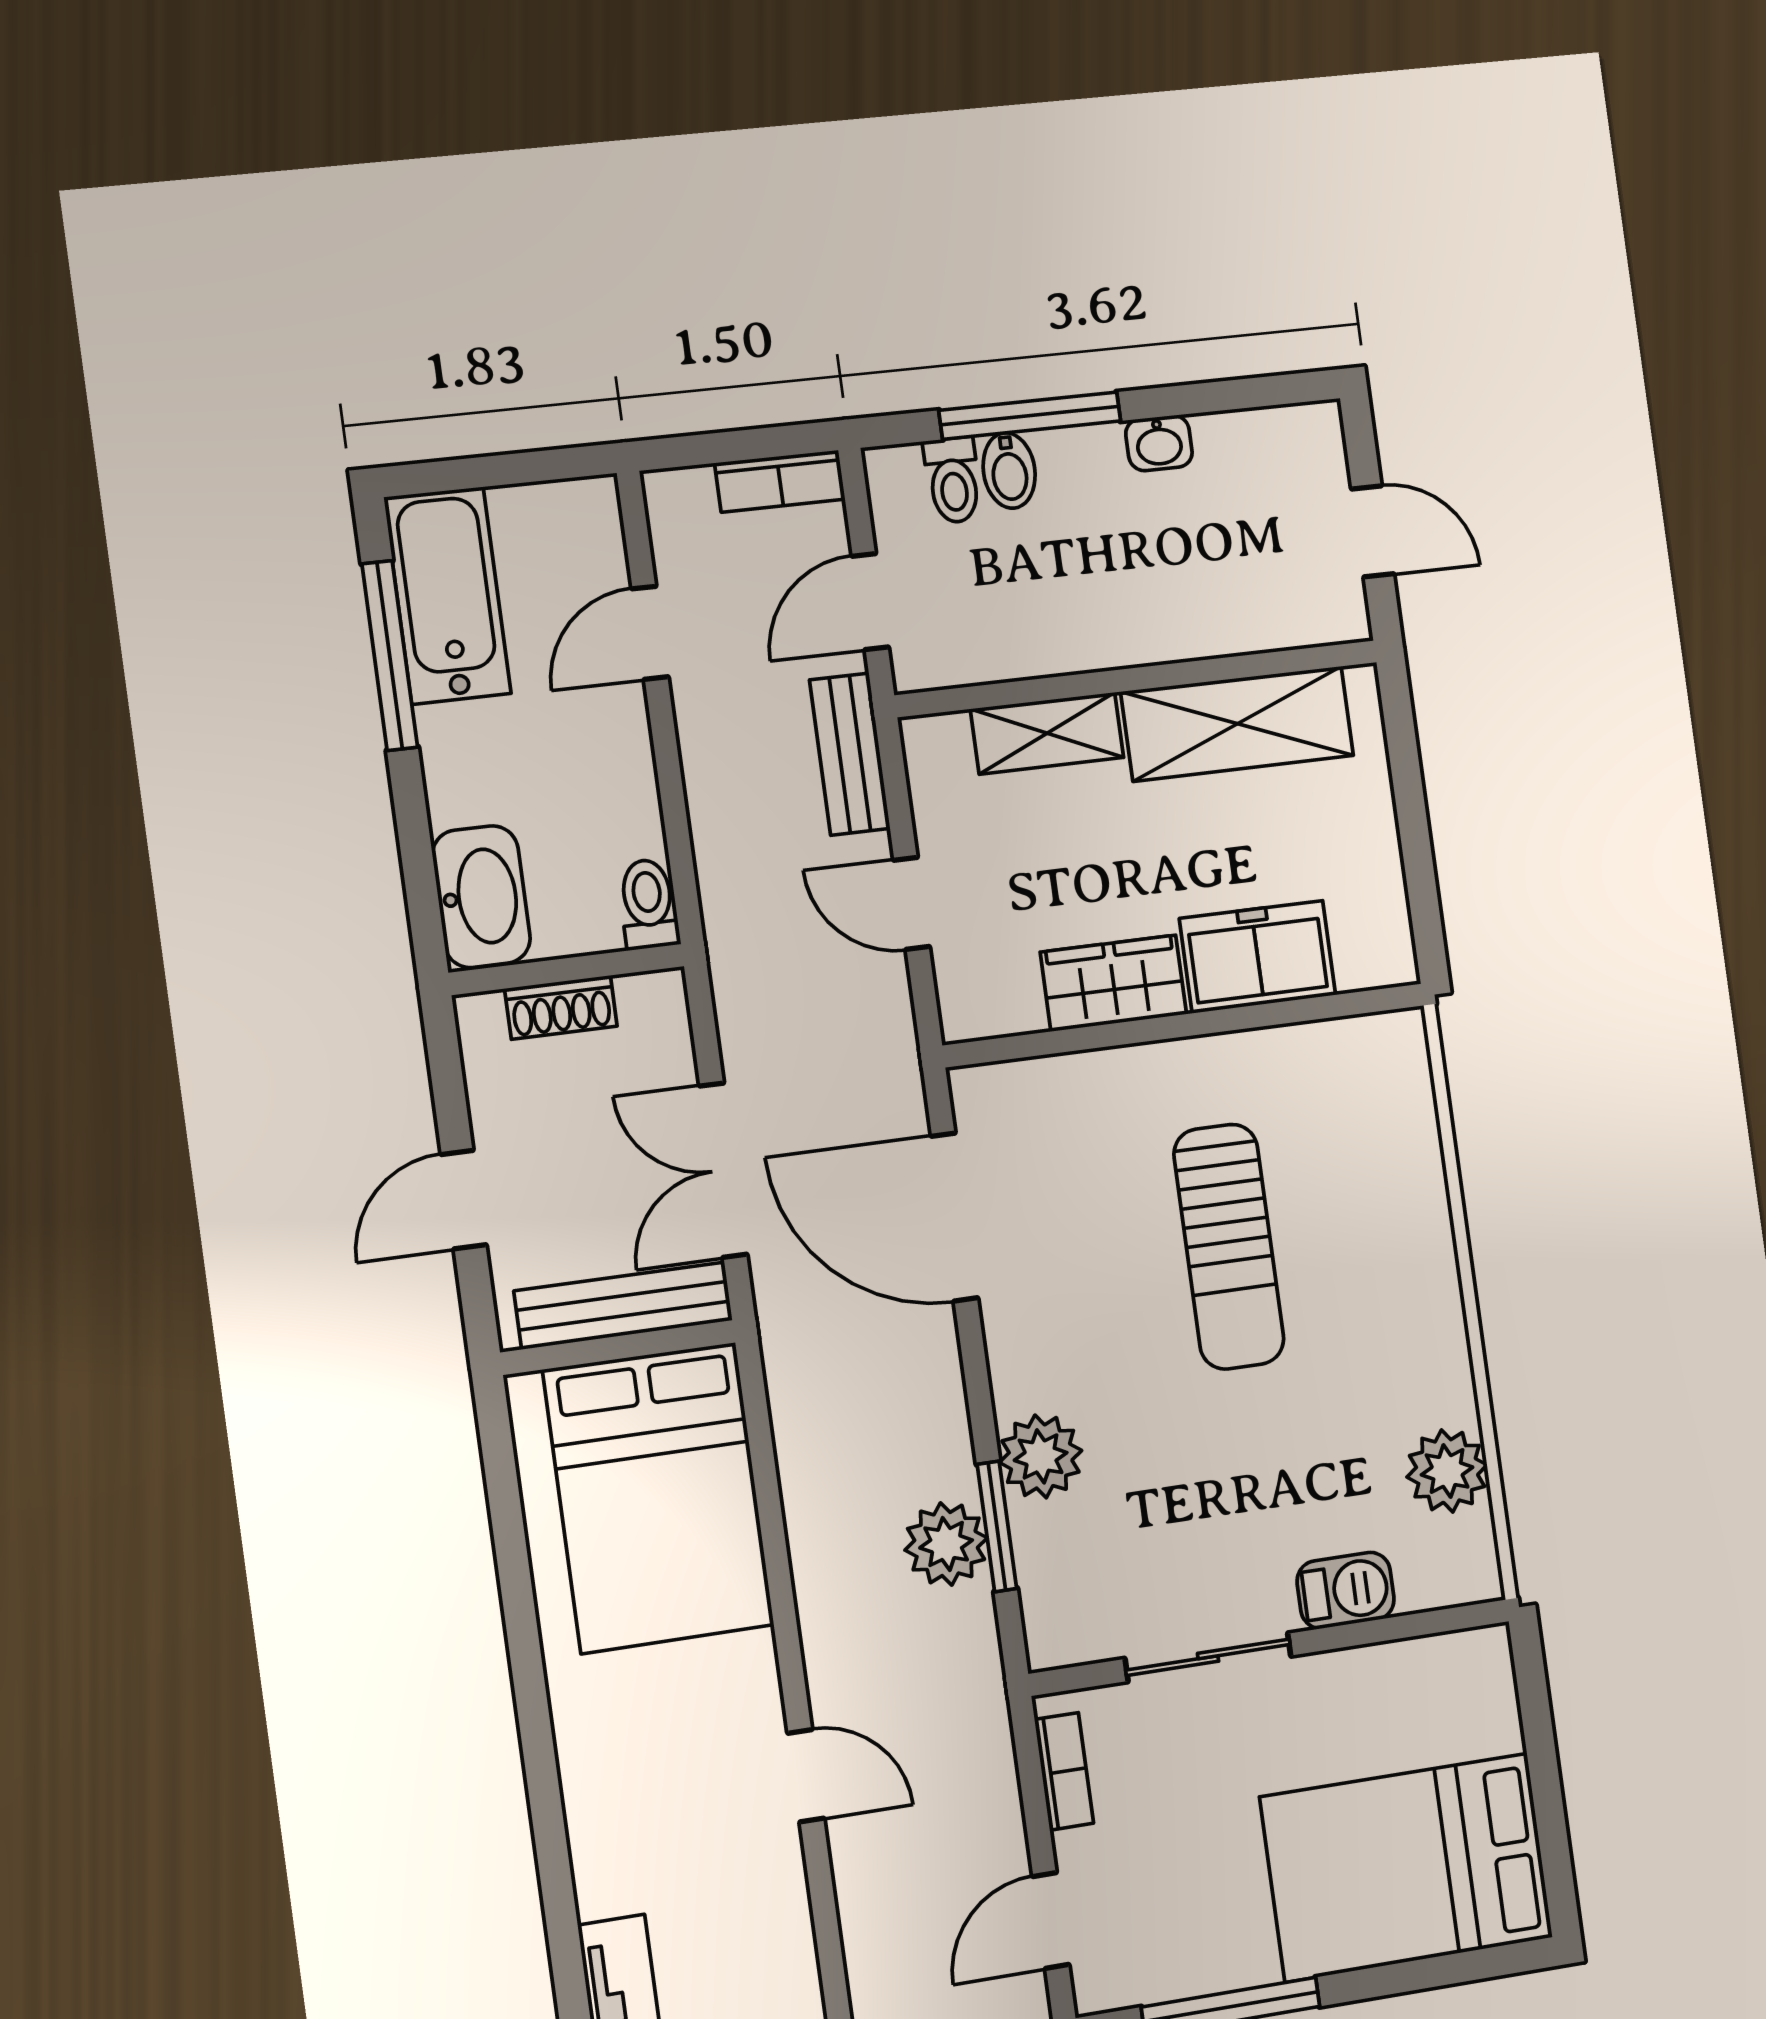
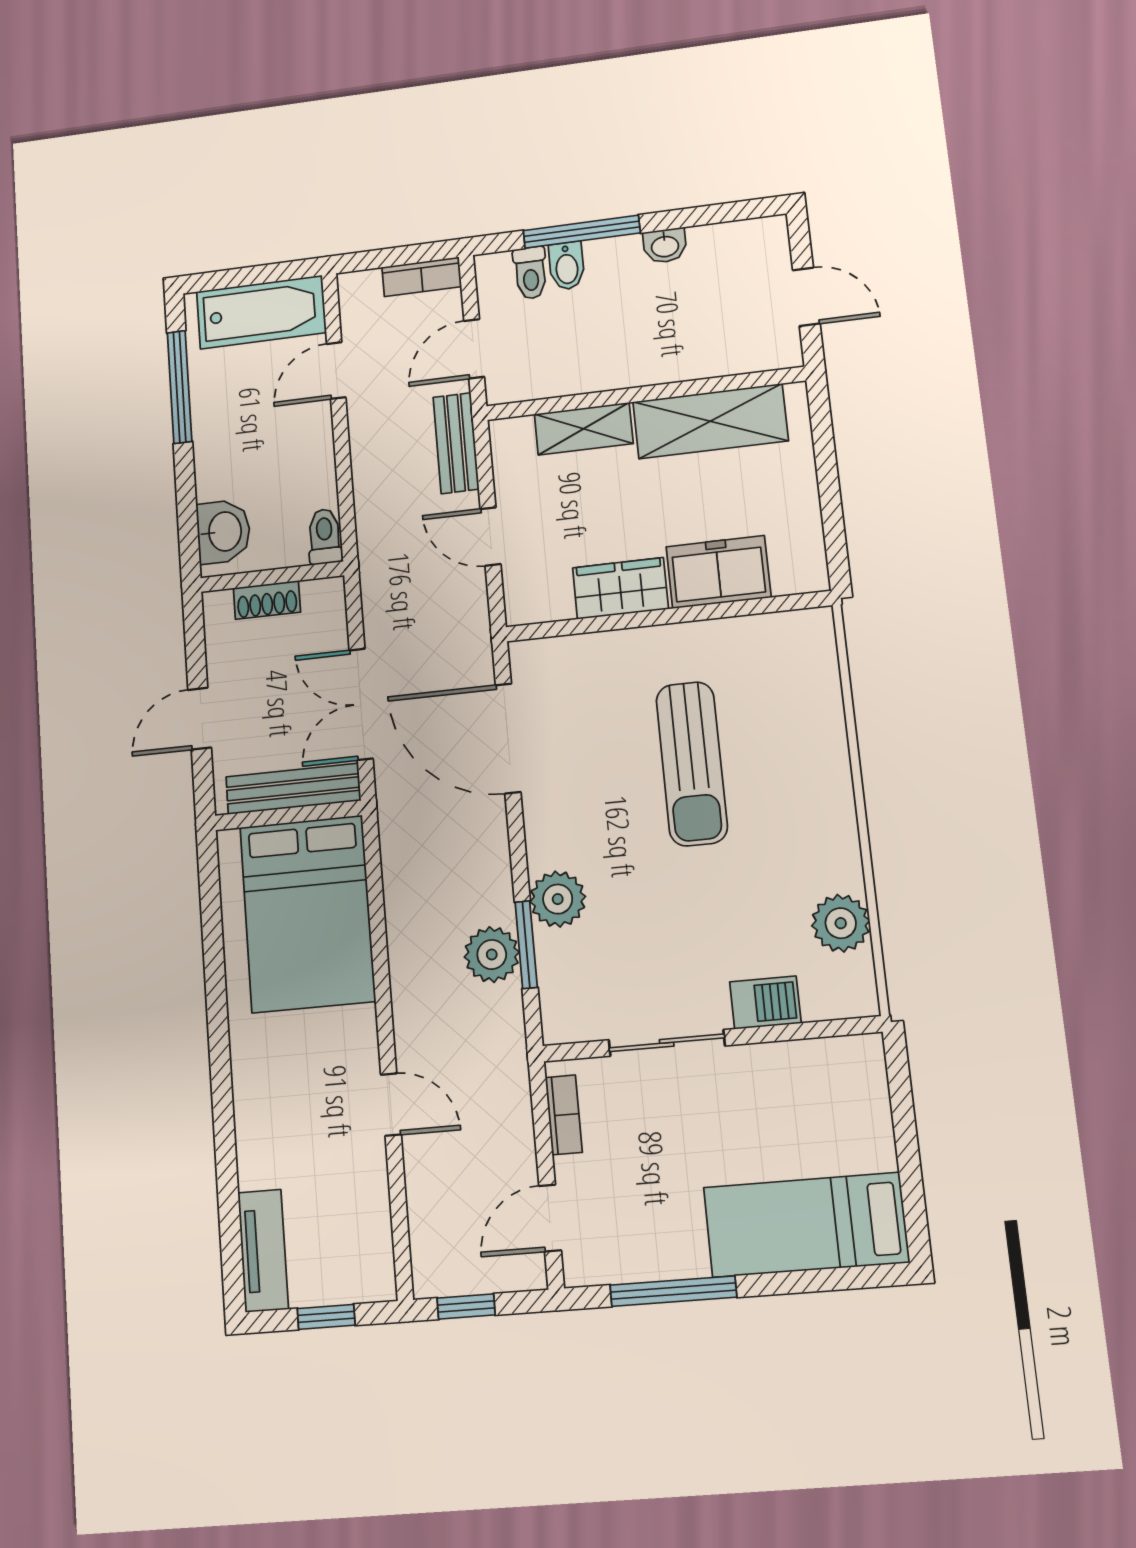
bathtub: (448, 595) -> (261, 312), moved, turned 90
washbasin: (481, 897) -> (223, 532), width x0.72
bed: (1407, 1867) -> (806, 1225), width x0.67

